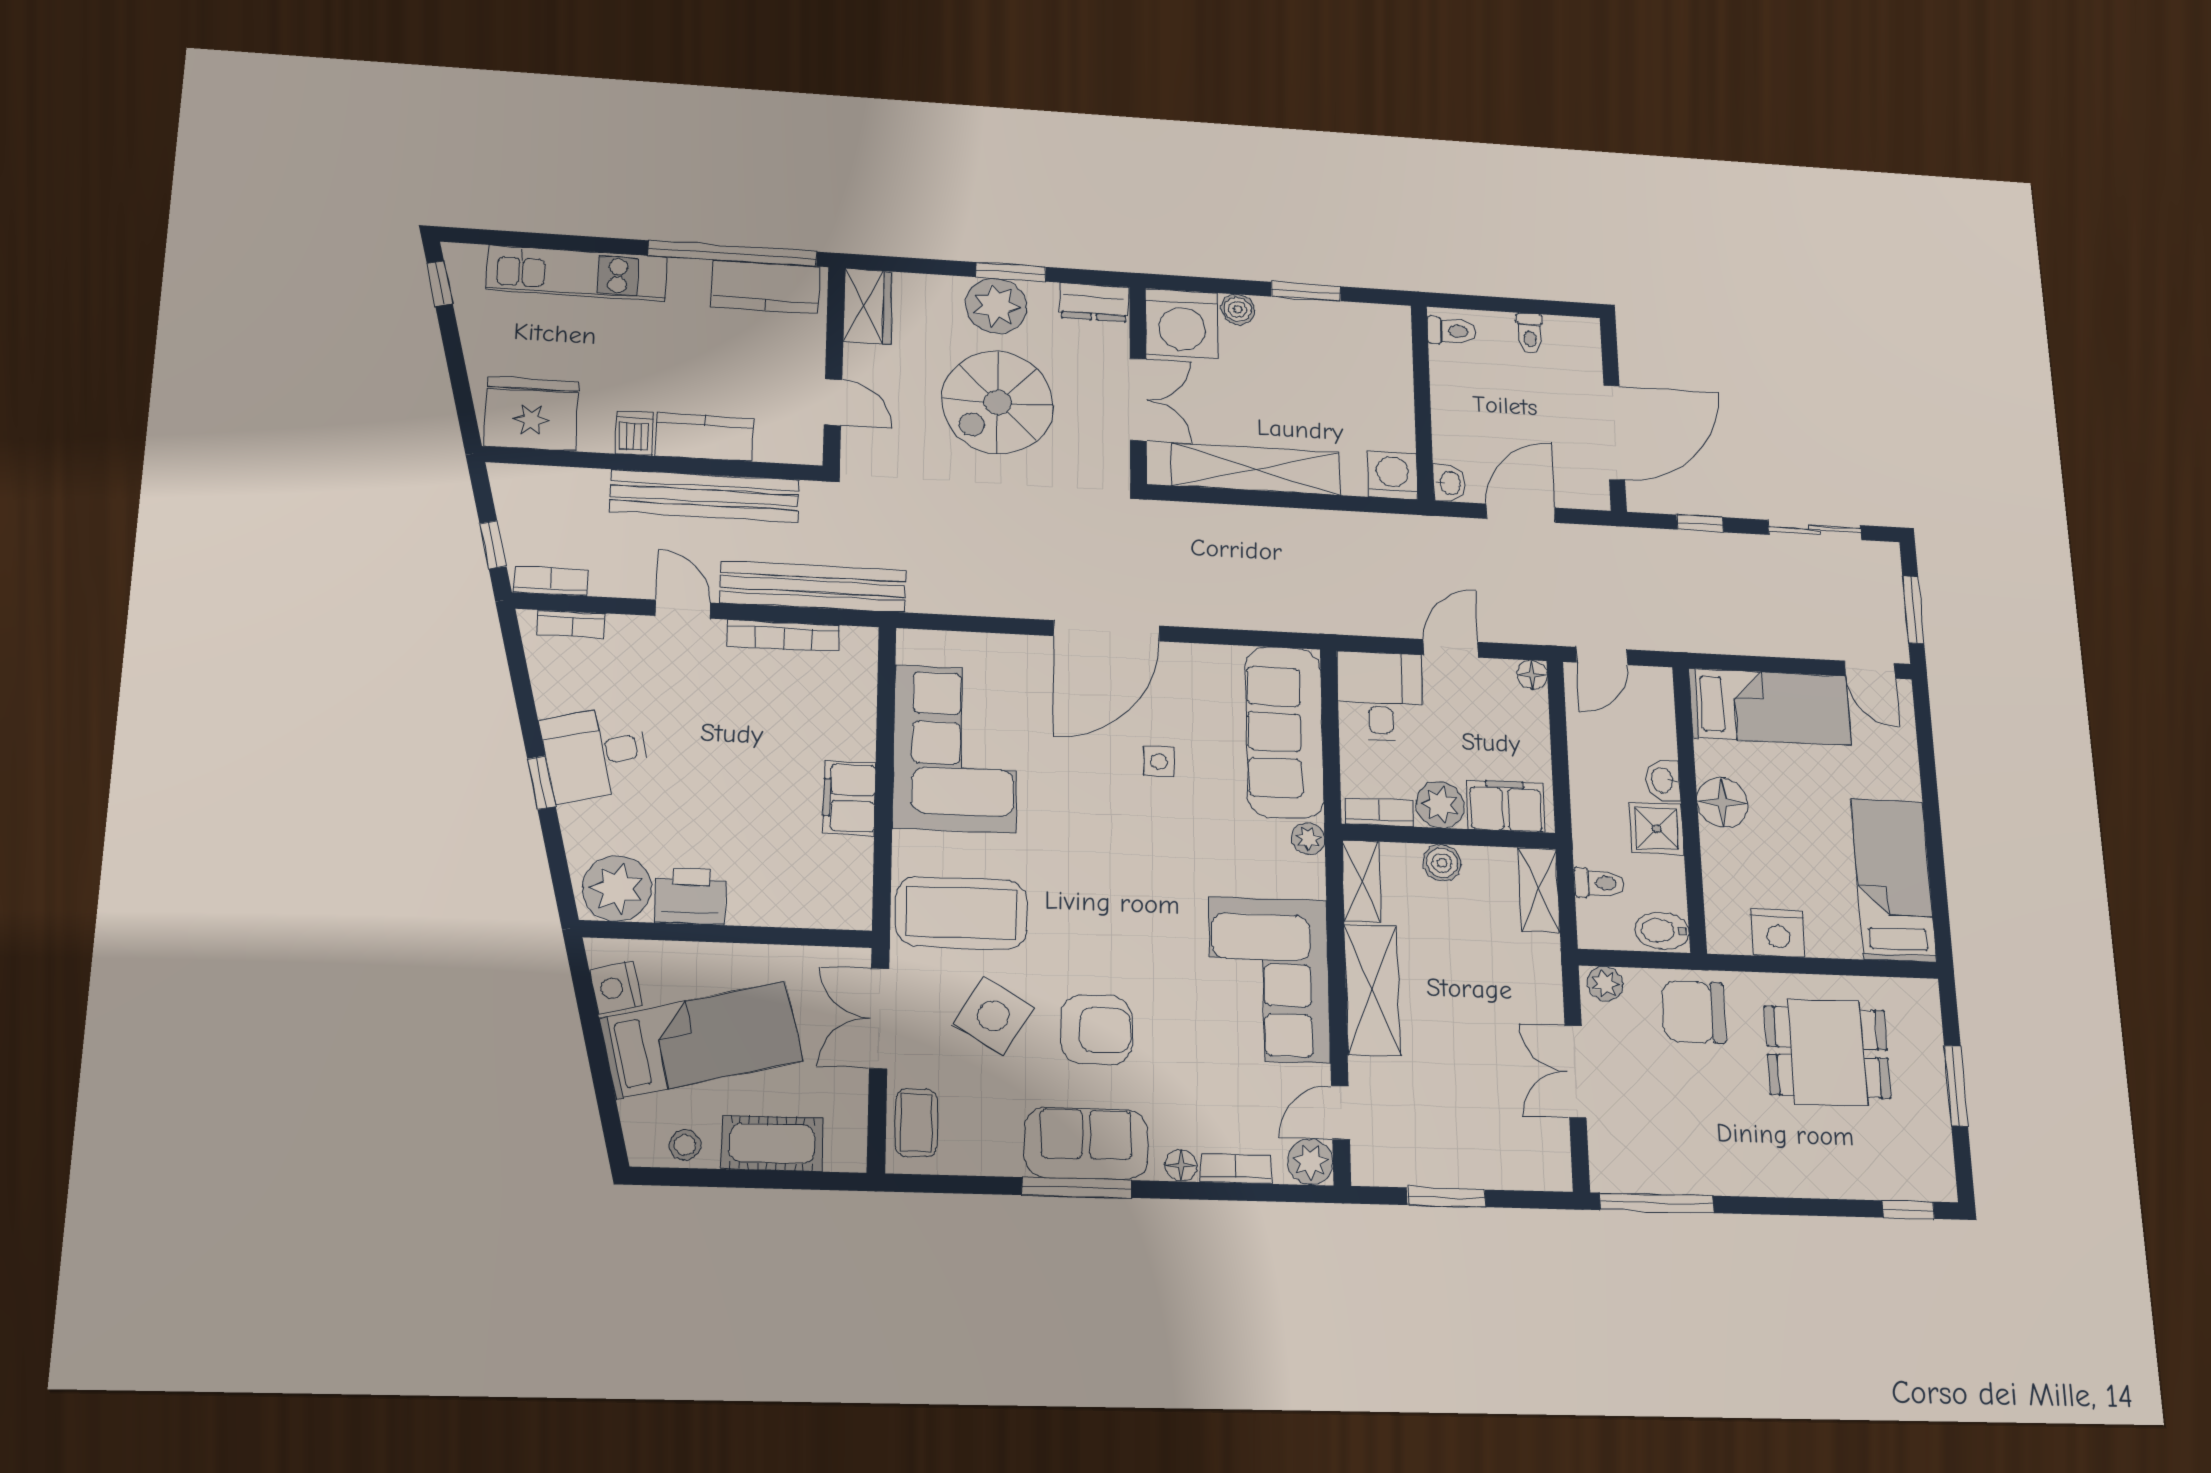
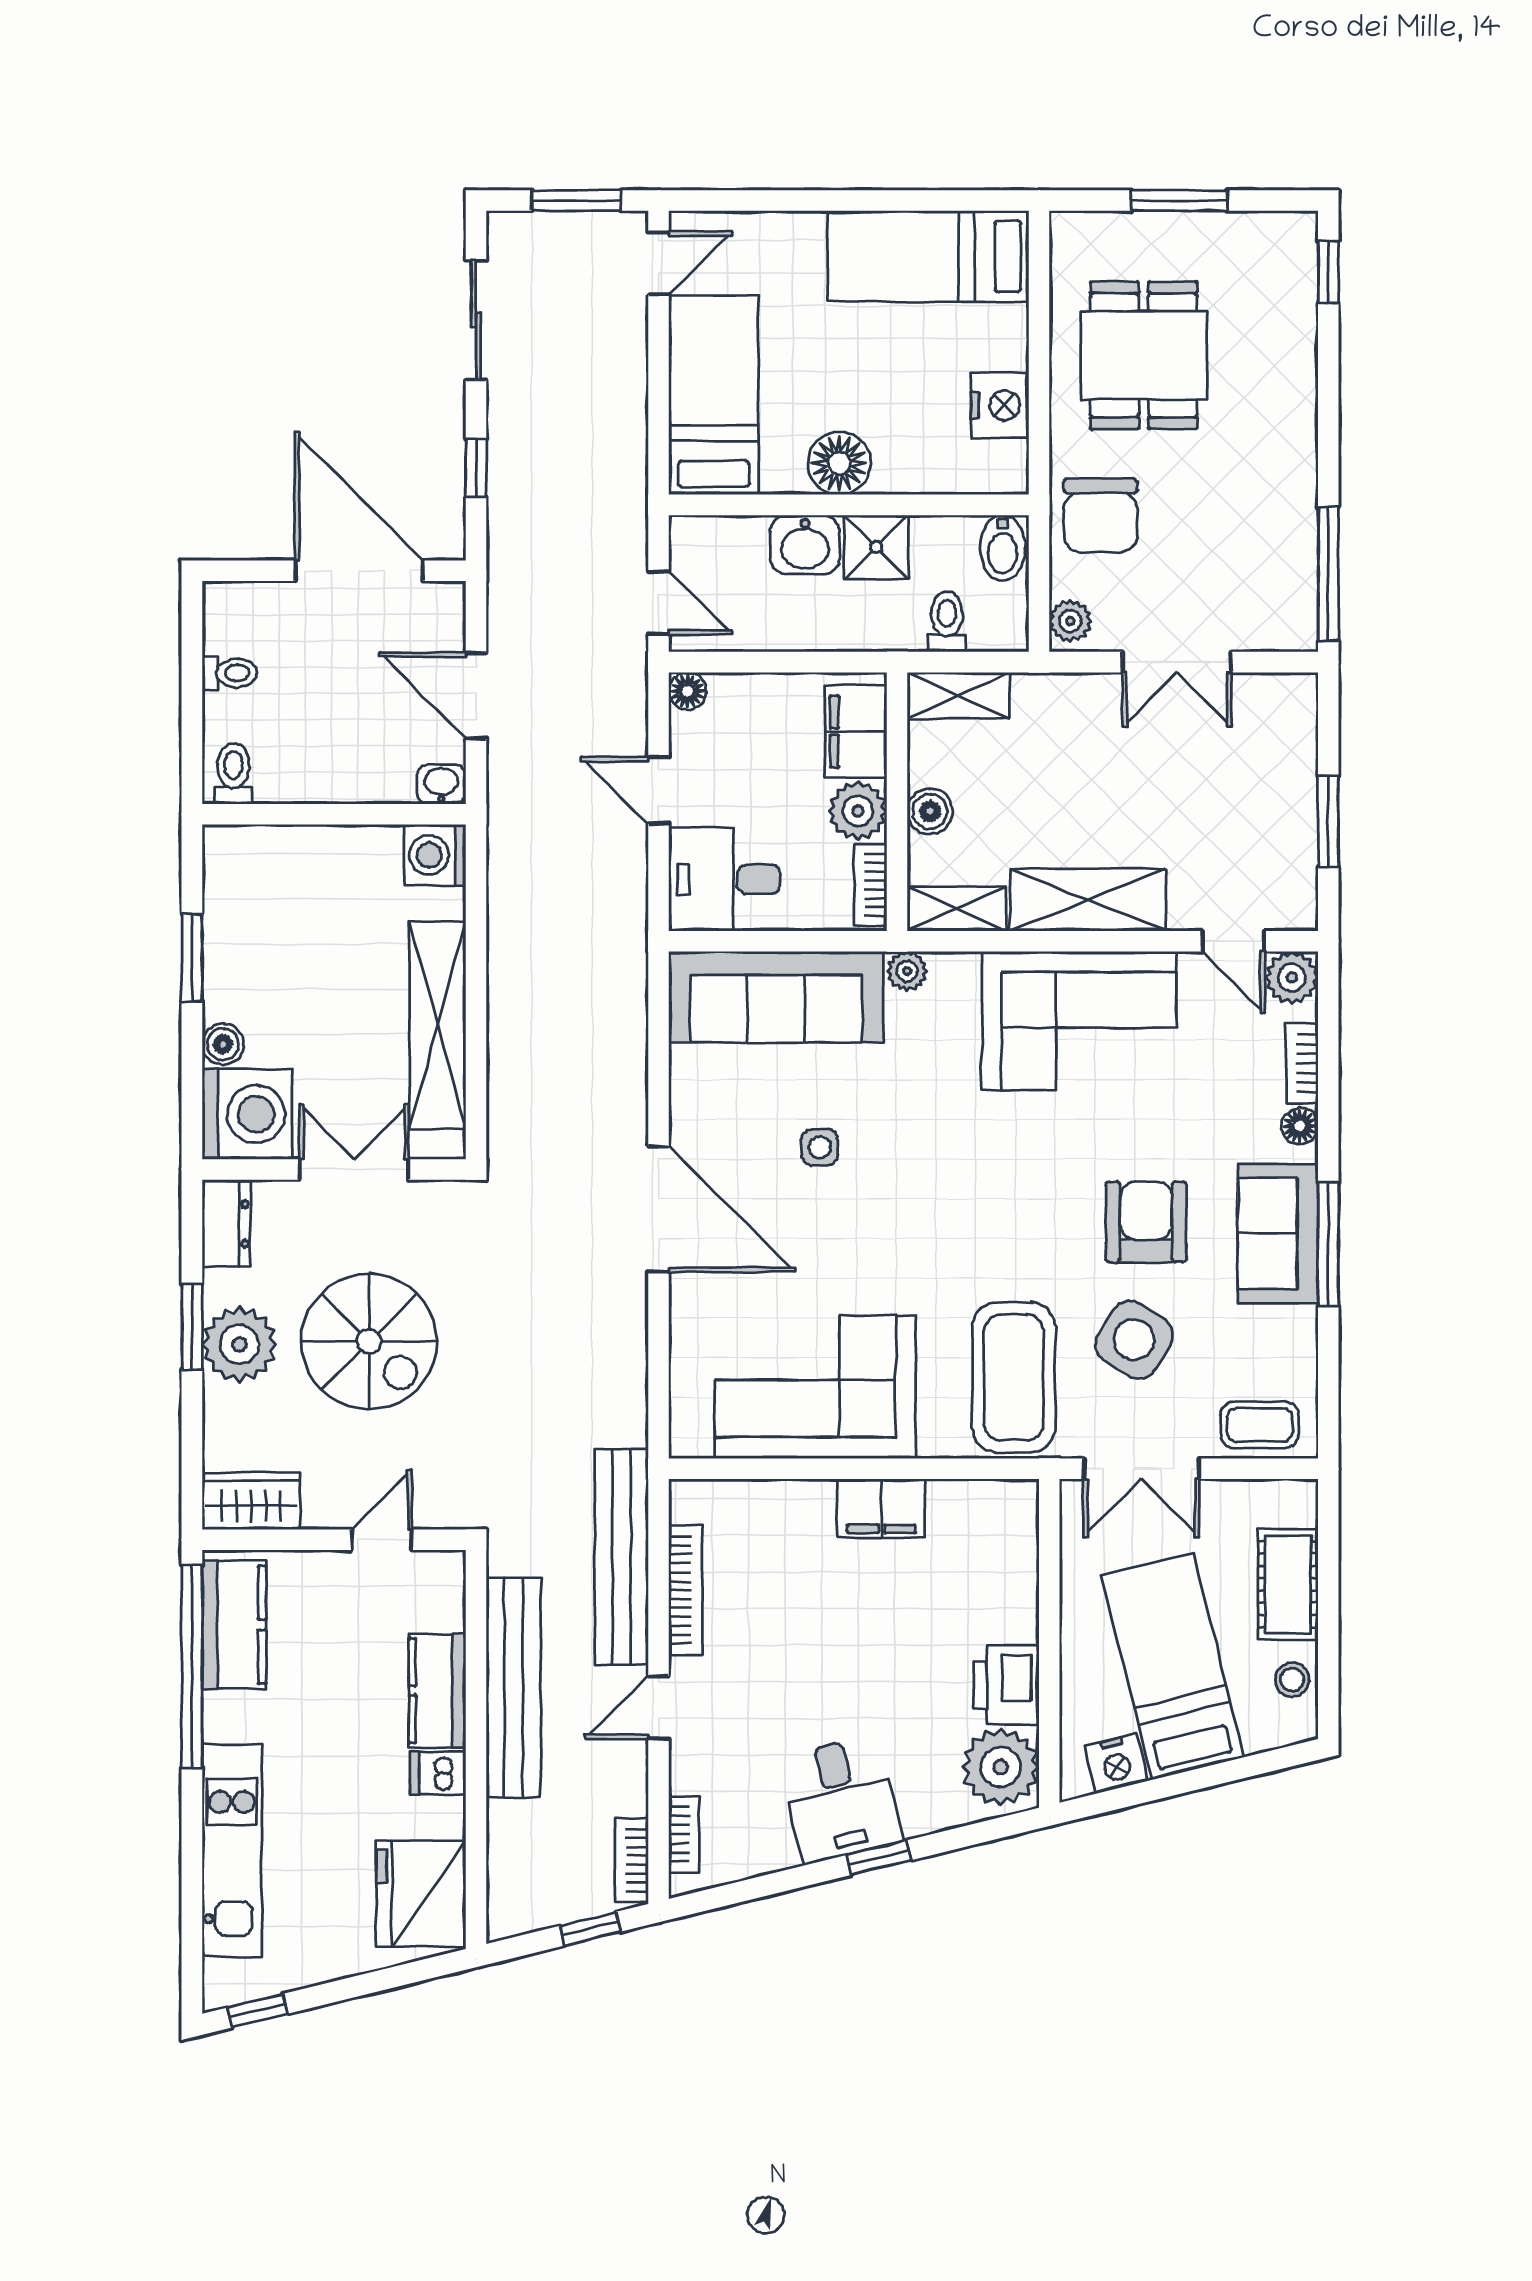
washbasin: (1663, 780) -> (805, 545), width x1.38, depth x1.45

